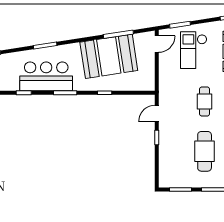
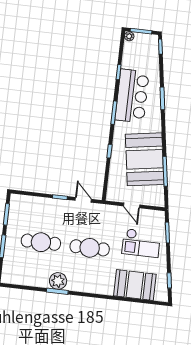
door: (157, 44) -> (132, 205), moved
checkout: (194, 50) -> (141, 243), turned 180
cafe table: (205, 102) -> (90, 248), width x1.37, depth x1.35

